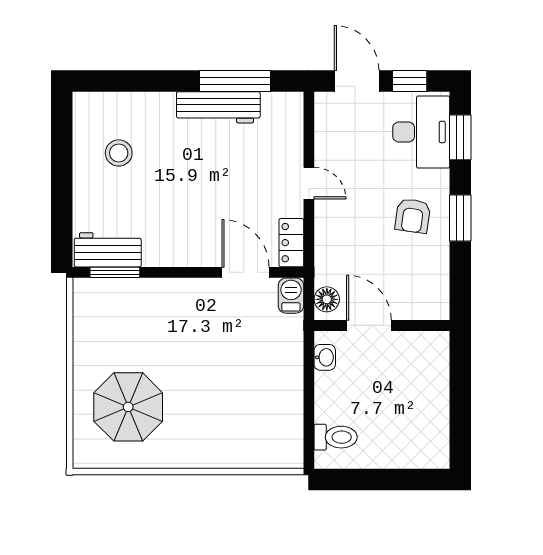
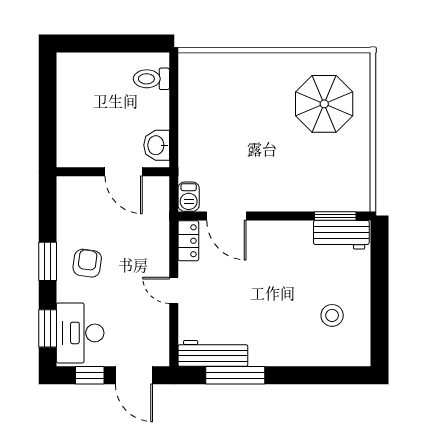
workbench: (218, 107) -> (213, 353), moved
floor lamp: (327, 299) -> (159, 194), removed
washbasin: (325, 357) -> (157, 145), width x1.38, depth x1.45

